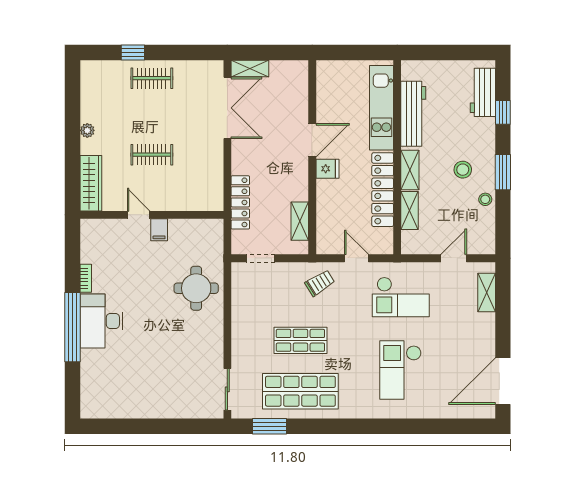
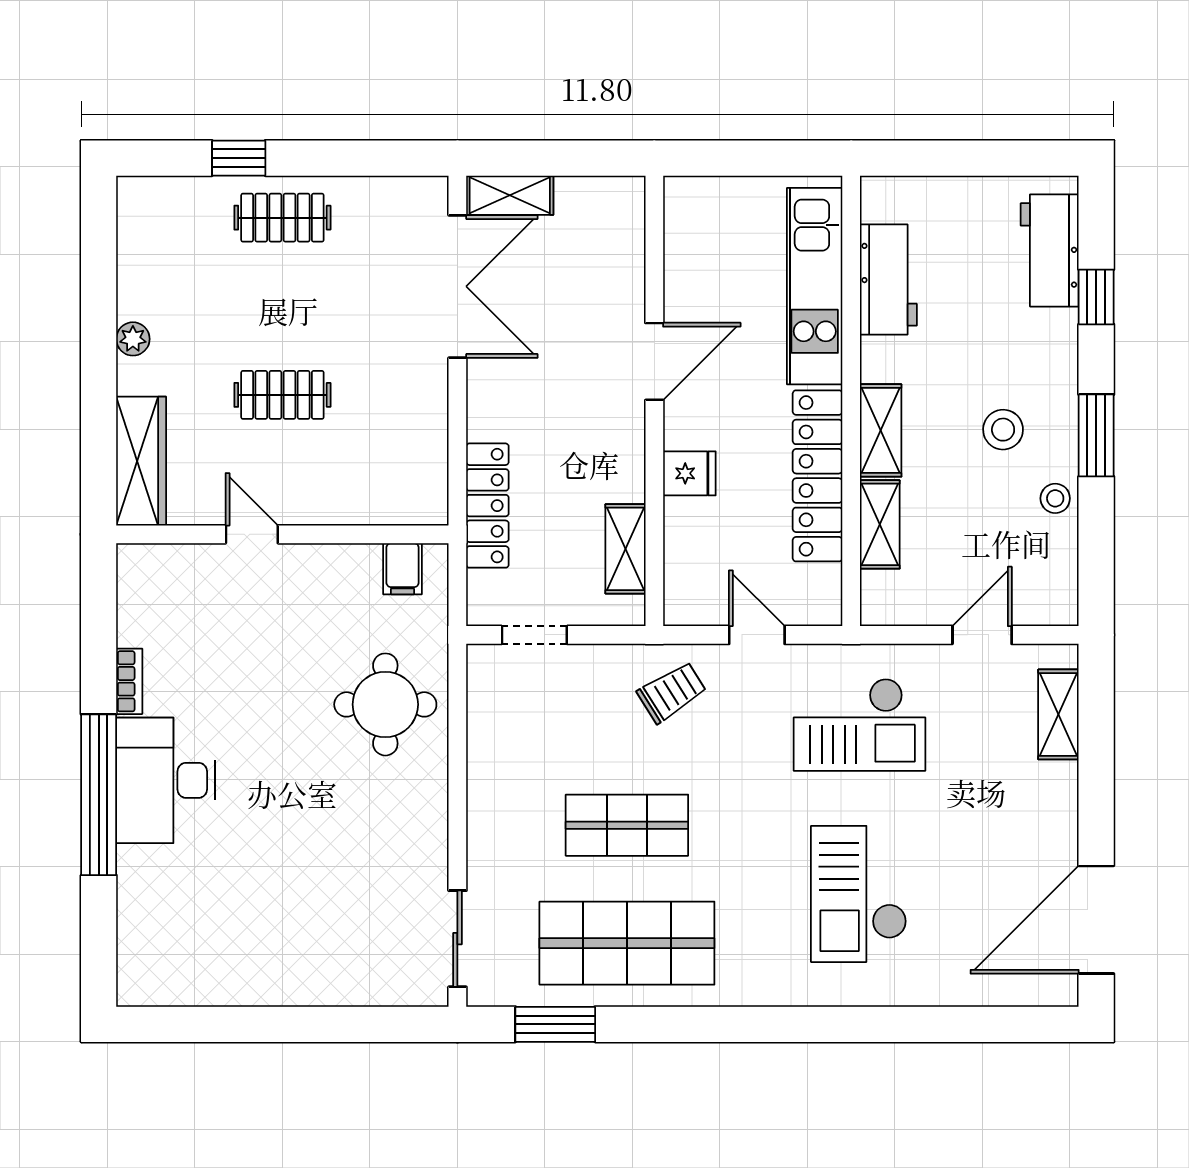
workbench: (413, 114) -> (888, 279), width x0.73
fridge: (327, 169) -> (689, 473), moved
filing cabinet: (159, 230) -> (403, 569), moved

